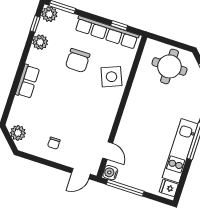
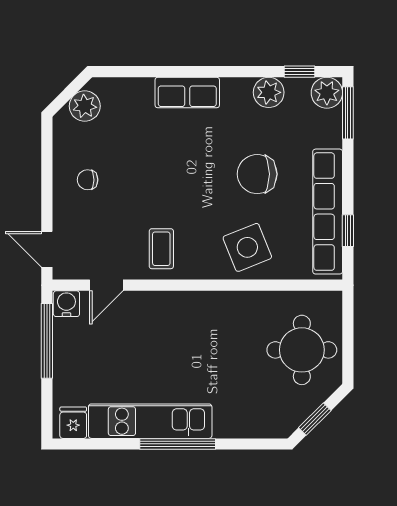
coffee table: (99, 118) -> (161, 249), added

